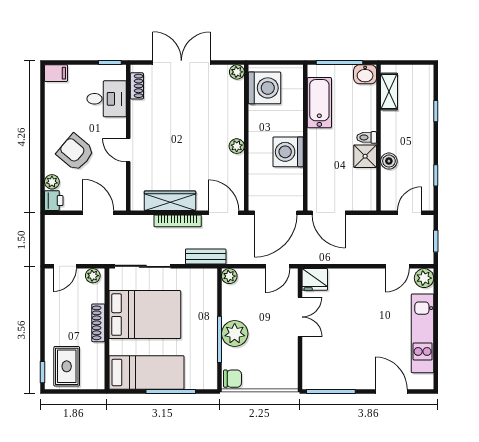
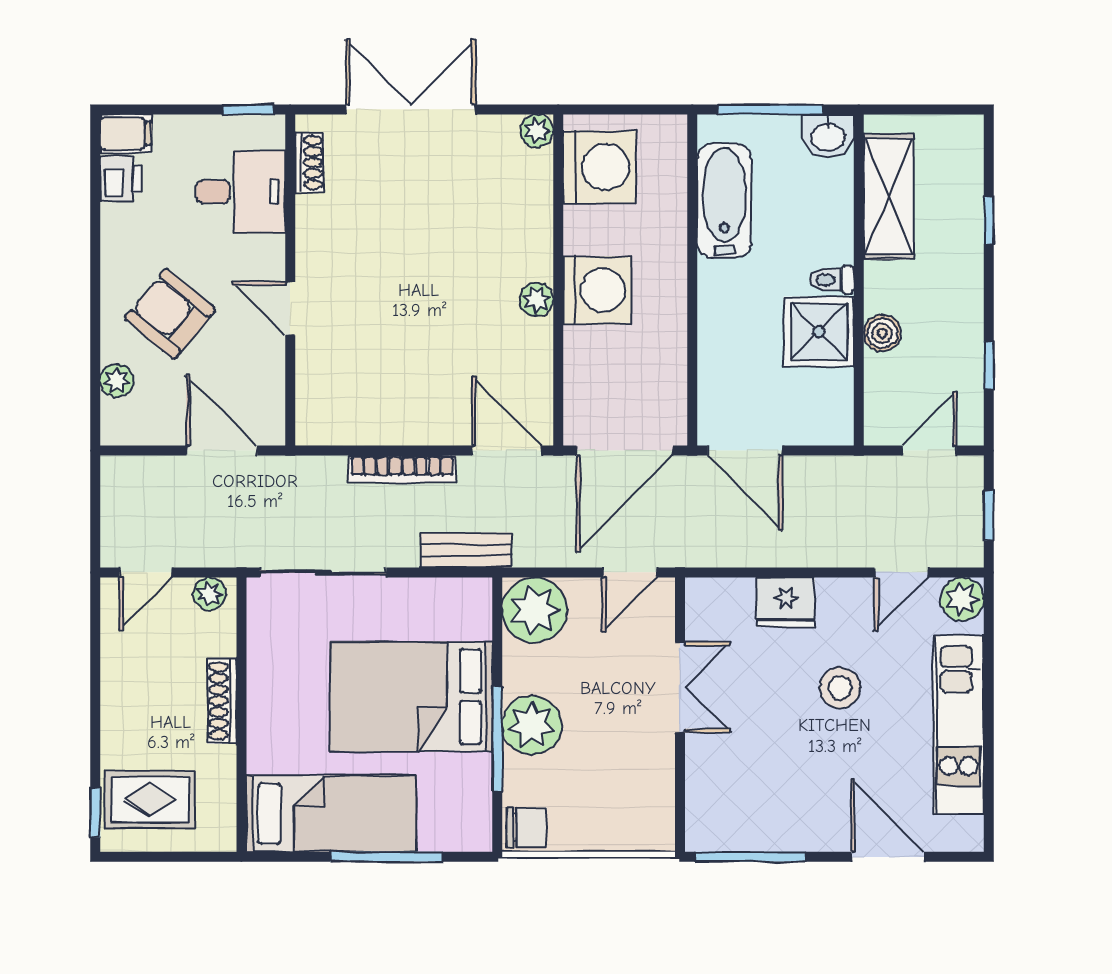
shelving: (389, 92) -> (889, 196), width x1.50, depth x1.33
washing machine: (288, 152) -> (597, 290), moved, turned 180
shower: (365, 156) -> (819, 332), width x1.36, depth x1.36
printer: (54, 201) -> (121, 179), moved
wardrobe: (170, 201) -> (385, 423), removed
plant: (229, 276) -> (535, 610), width x1.88, depth x1.88
fridge: (315, 279) -> (786, 602), moved
bed: (145, 315) -> (411, 697), moved, turned 180
stool: (370, 317) -> (840, 688), added
rug: (67, 366) -> (150, 800), turned 90

